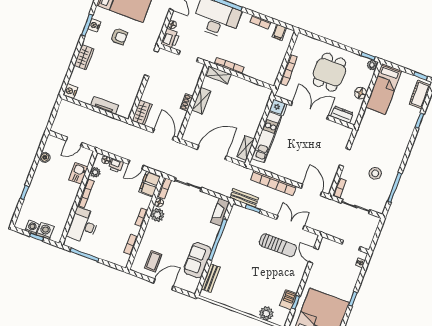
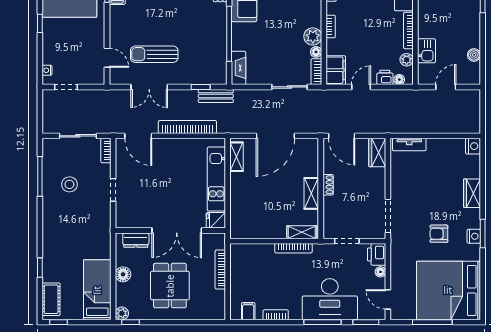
tv unit: (105, 105) -> (409, 145), moved

